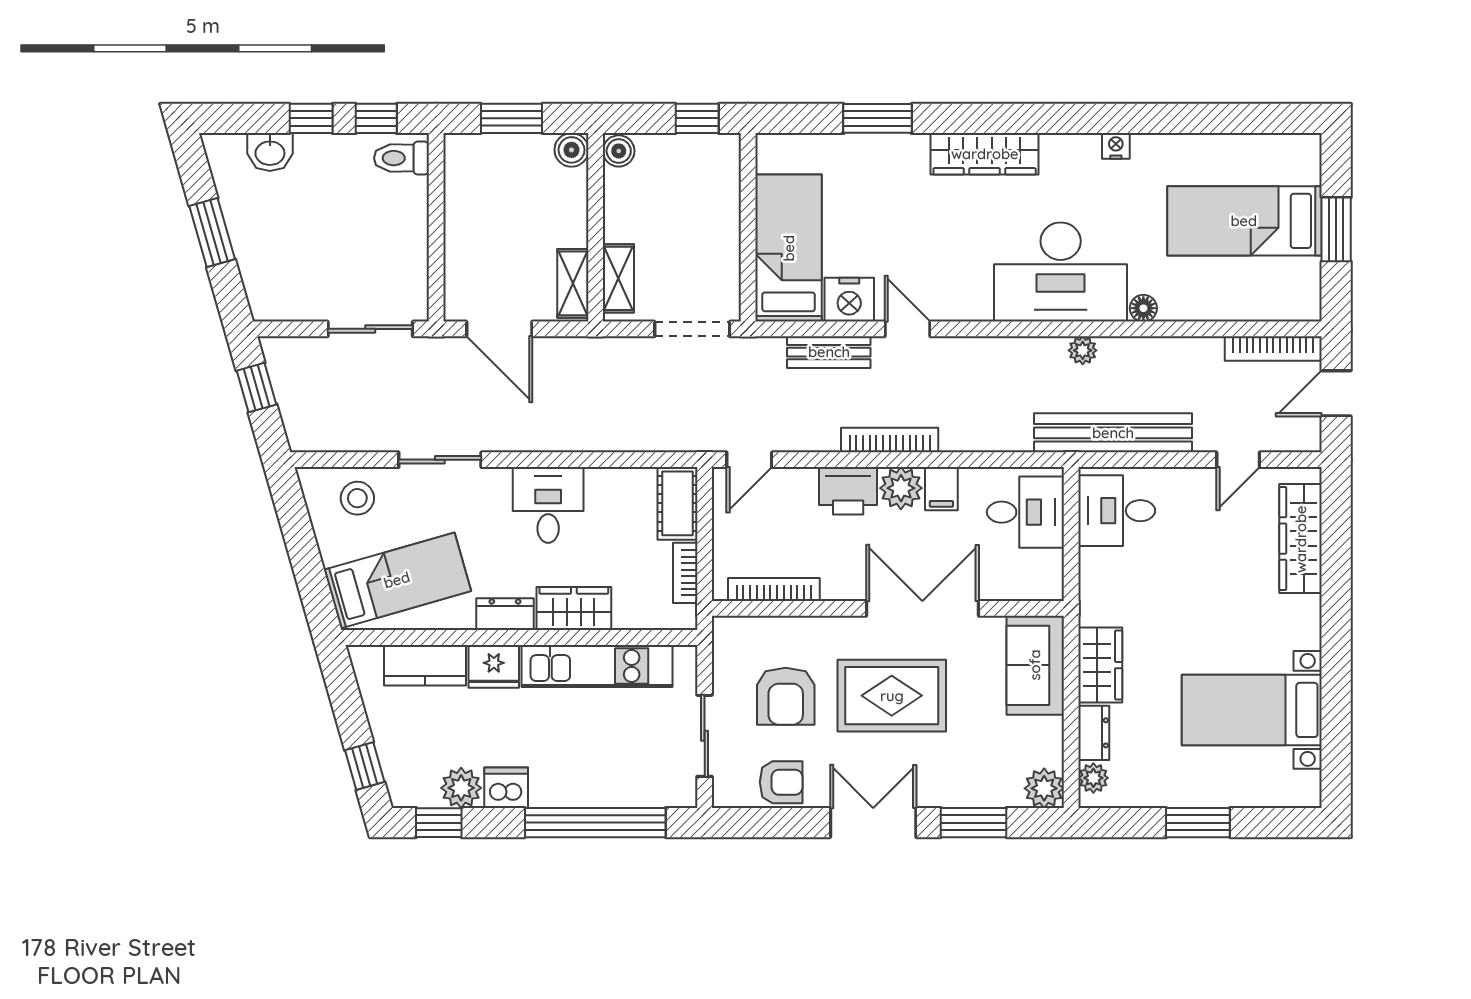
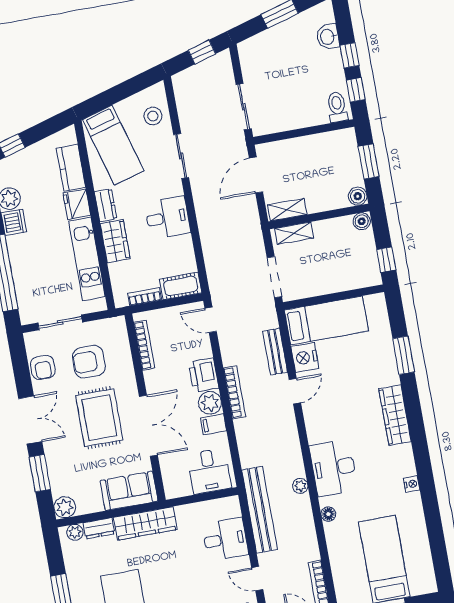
desk: (1061, 272) -> (334, 468), width x0.73, depth x0.77
desk: (1117, 511) -> (225, 539), moved, turned 90
wardrobe: (1100, 665) -> (145, 523), width x1.50

